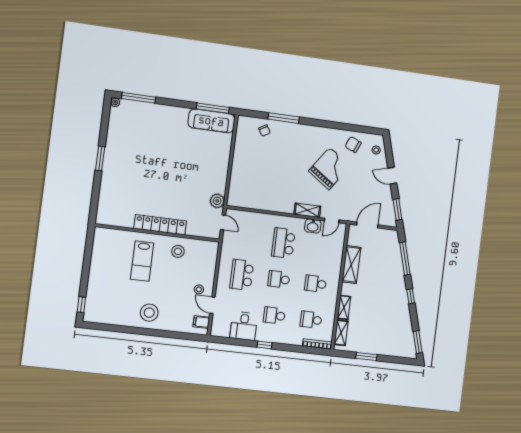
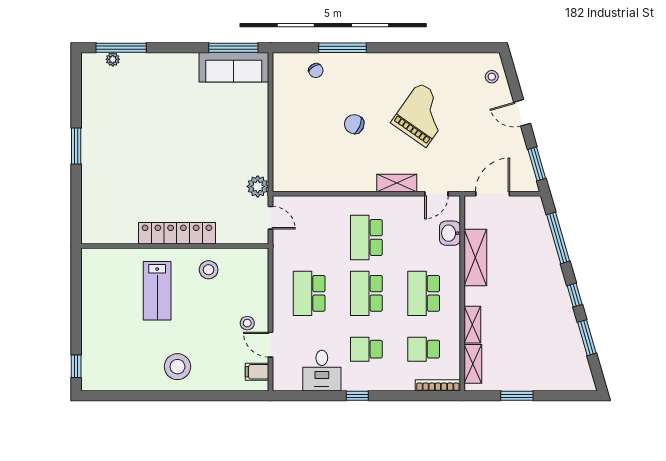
plant: (115, 102) -> (113, 59), moved
chair: (353, 145) -> (354, 124), moved
washbasin: (313, 226) -> (450, 233), moved, turned 90
school desk: (279, 279) -> (366, 293), width x1.85
school desk: (316, 284) -> (424, 293), width x1.85
window: (418, 342) -> (587, 338), moved

